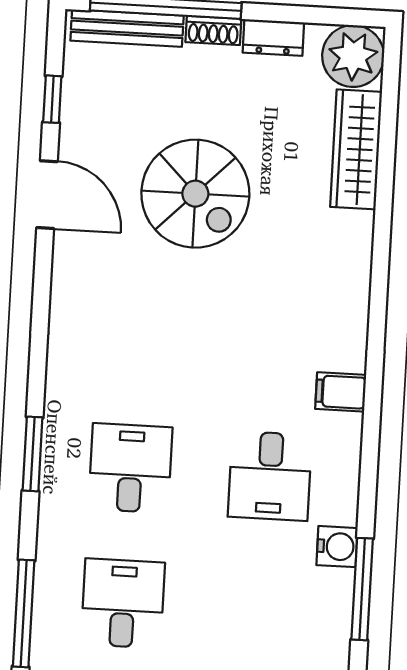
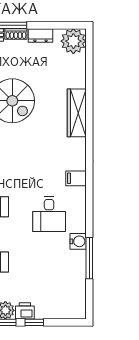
wardrobe: (356, 149) -> (77, 113), moved

